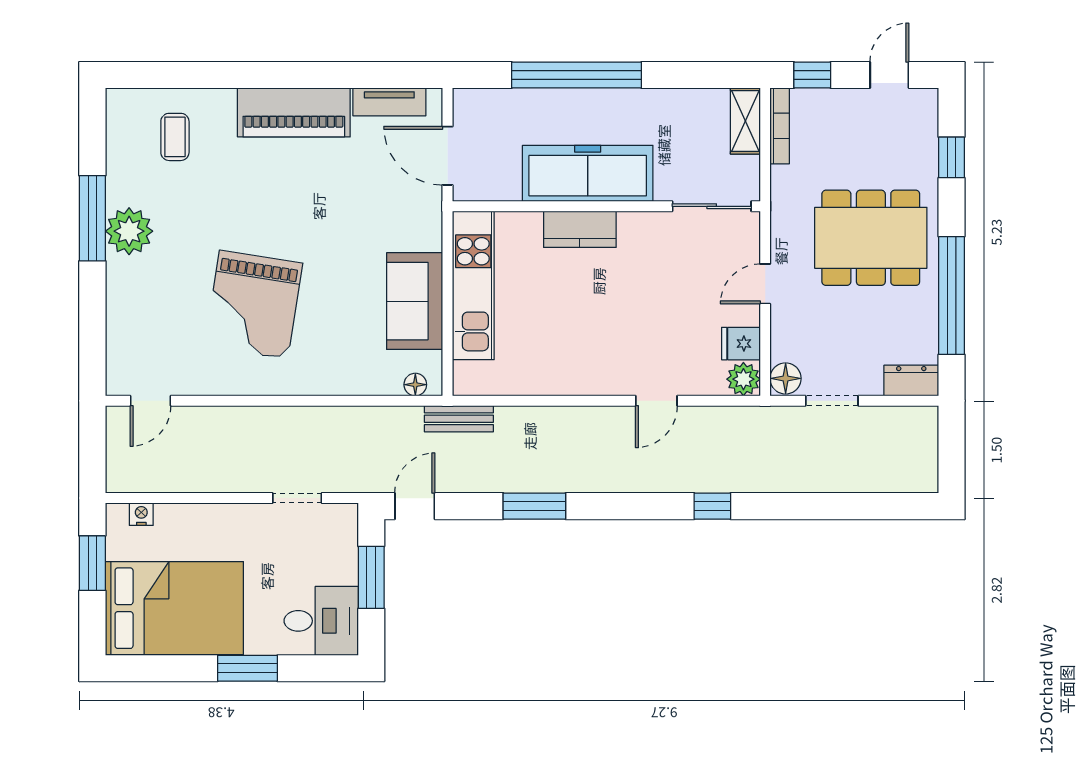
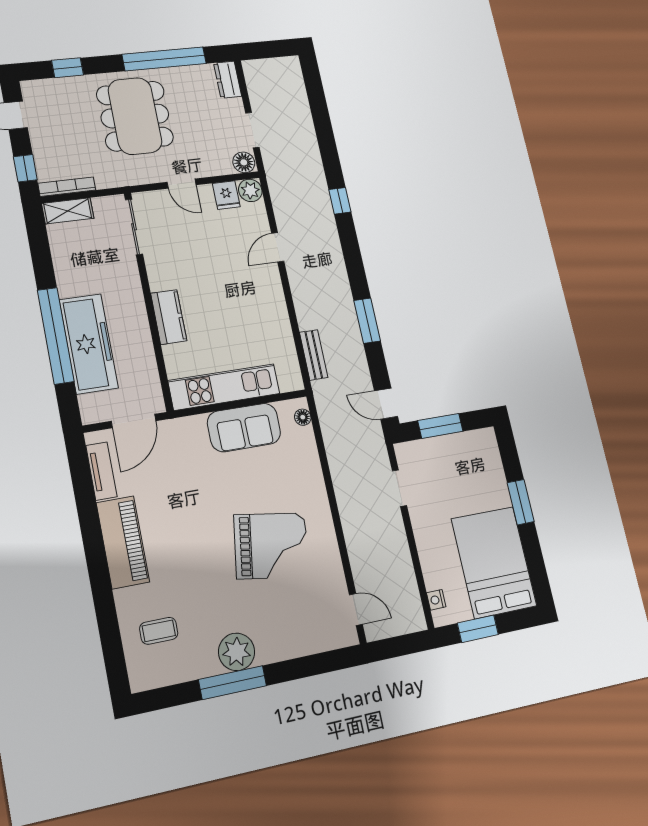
freezer: (588, 173) -> (89, 344), moved, turned 180
door: (656, 401) -> (278, 247), swing flipped
bench: (459, 419) -> (314, 355), moved
desk: (321, 621) -> (477, 456), removed

